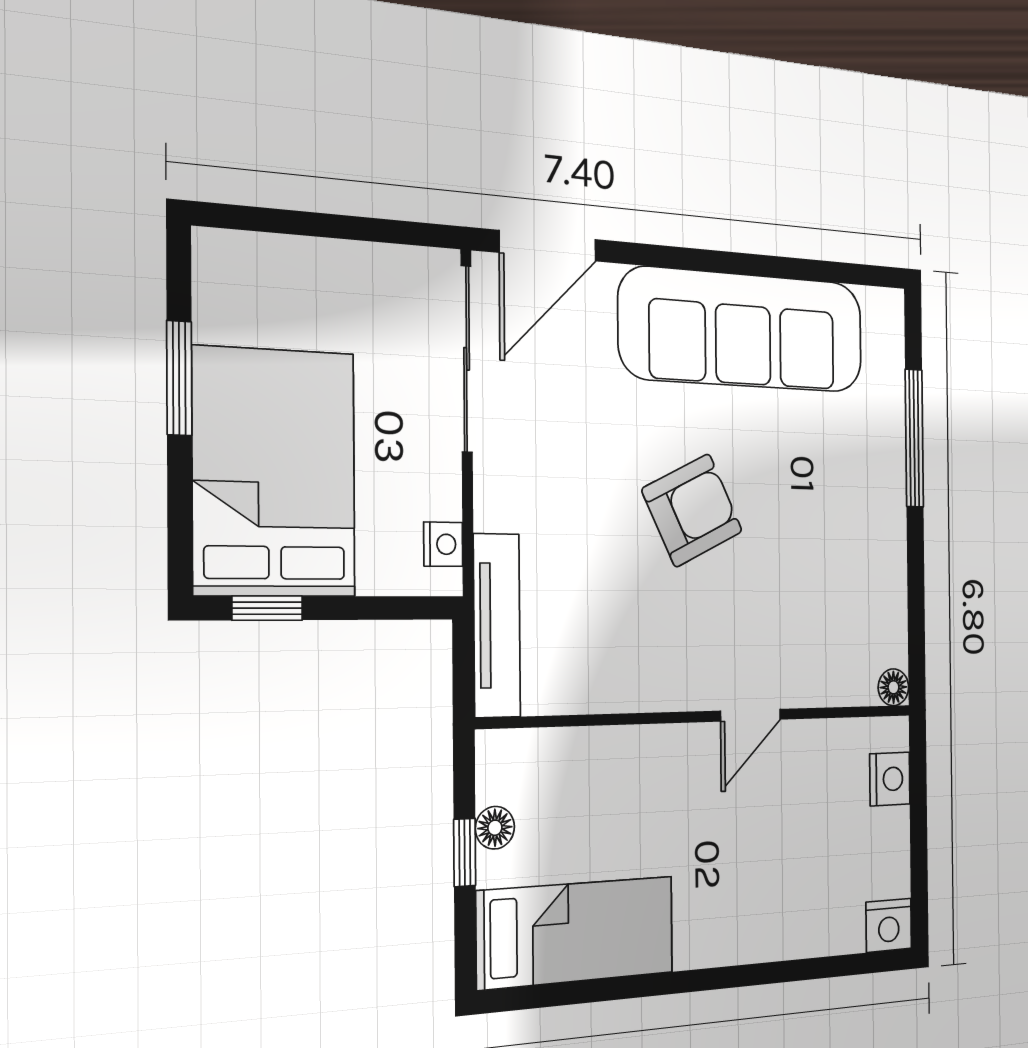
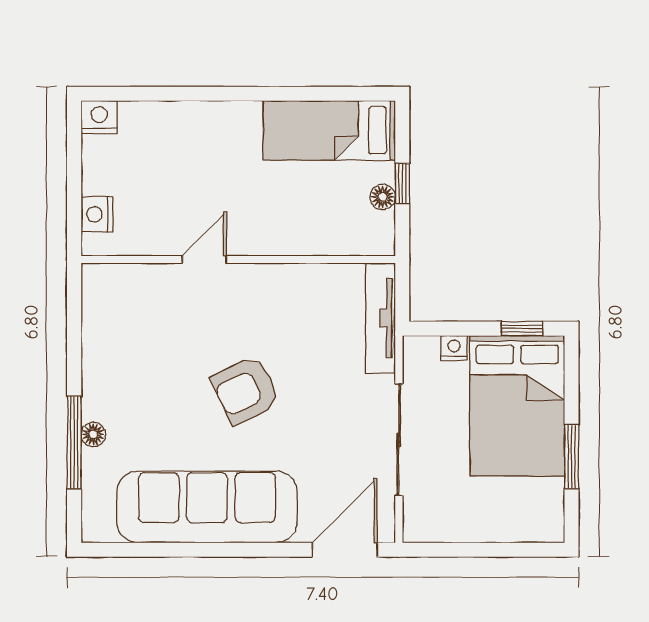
sliding door: (467, 359) -> (399, 440), moved
nightstand: (443, 544) -> (454, 348), moved, turned 90
floor lamp: (893, 687) -> (93, 434), moved

